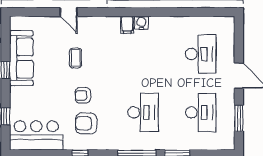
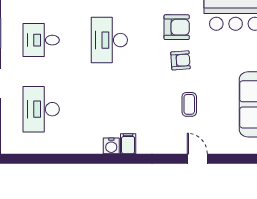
desk: (201, 112) -> (41, 40), width x0.73

